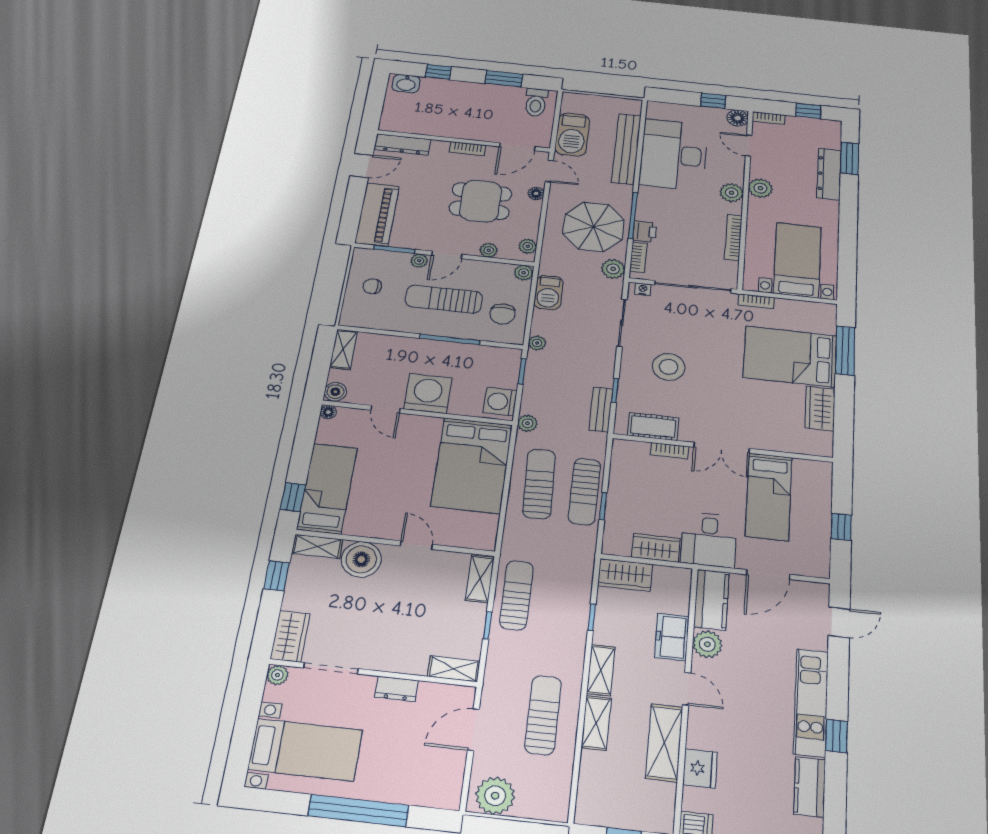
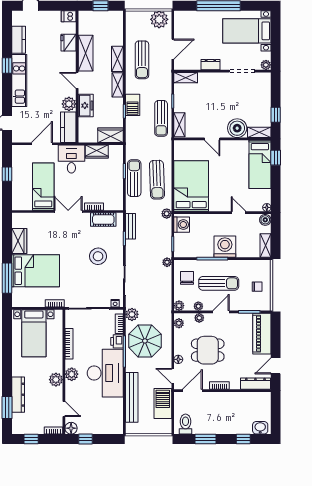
desk: (674, 155) -> (105, 373), moved
plant: (419, 261) -> (198, 306), moved
barbecue: (548, 293) -> (133, 105), moved, turned 180
washing machine: (428, 393) -> (225, 247), moved, turned 180
wardrobe: (290, 636) -> (264, 85), removed

